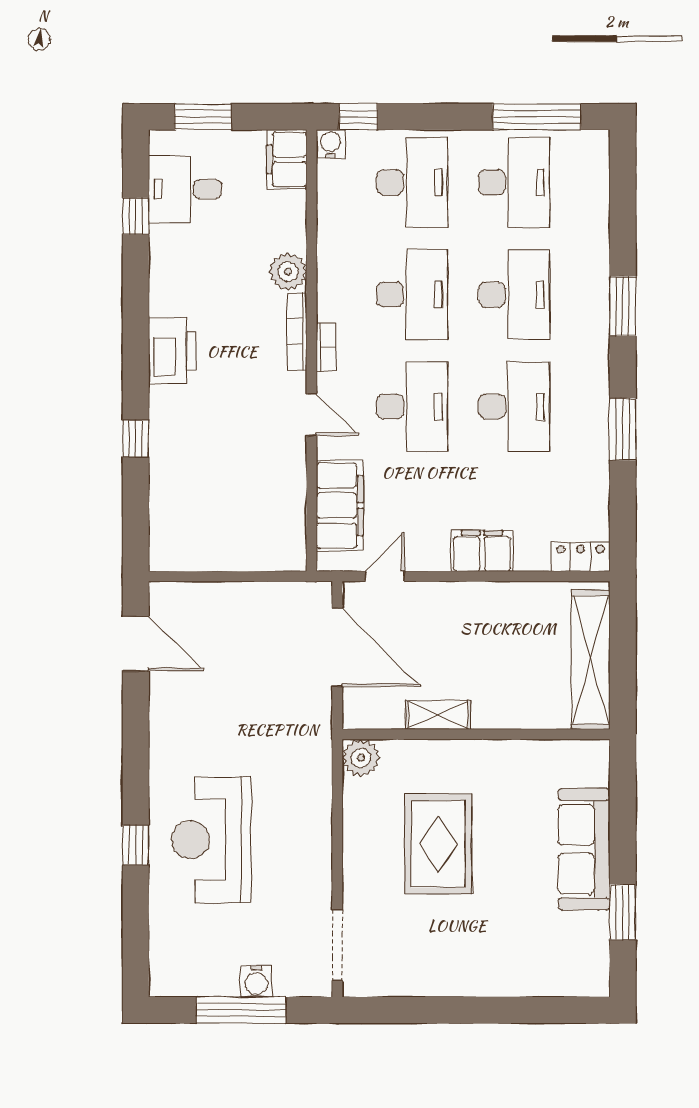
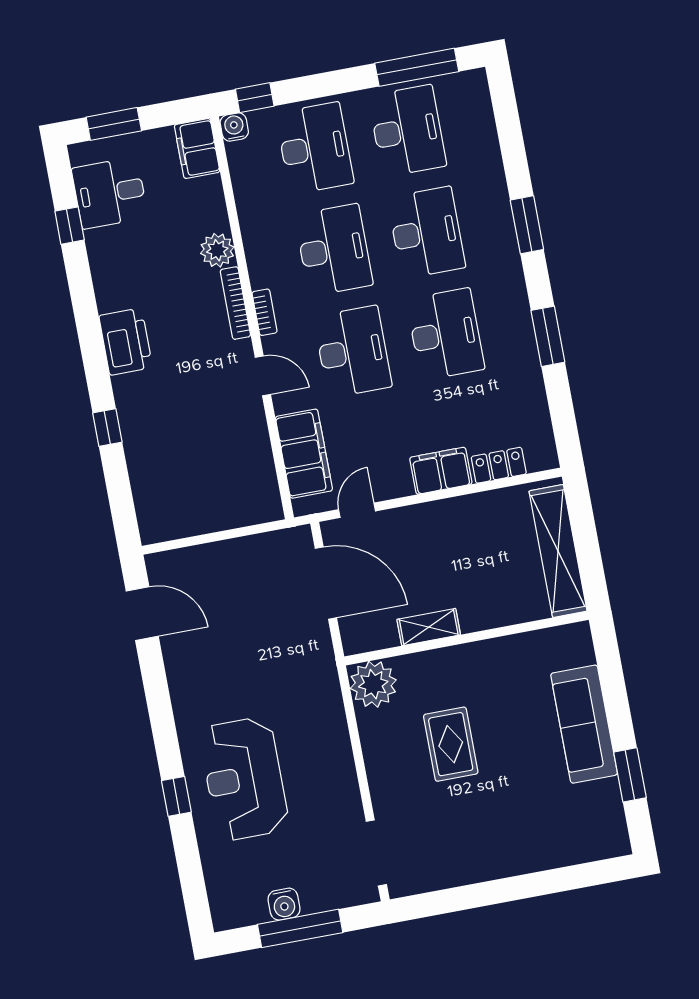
locker: (580, 557) -> (499, 465), moved
plant: (361, 758) -> (373, 684), width x1.36, depth x1.36
rug: (438, 844) -> (451, 744), width x0.73, depth x0.70
water cooler: (256, 981) -> (284, 904), moved

